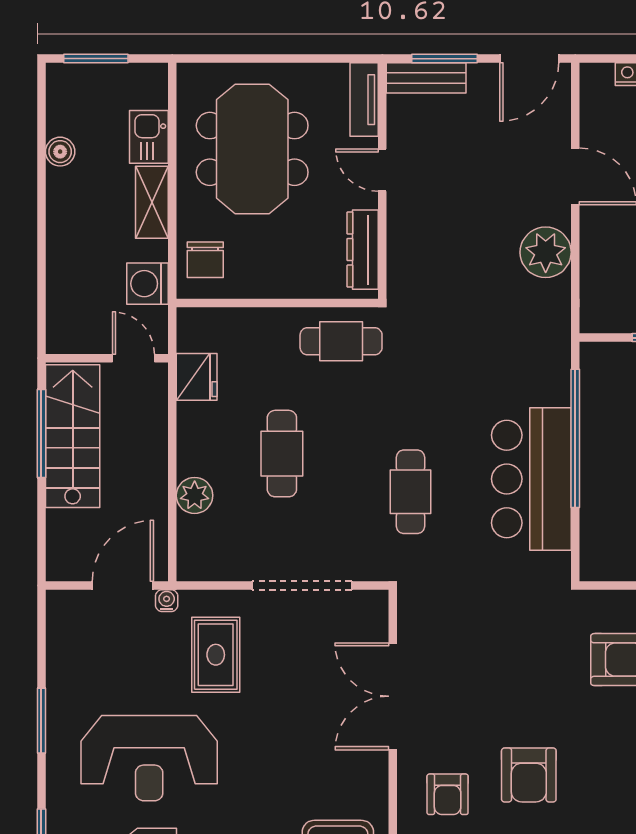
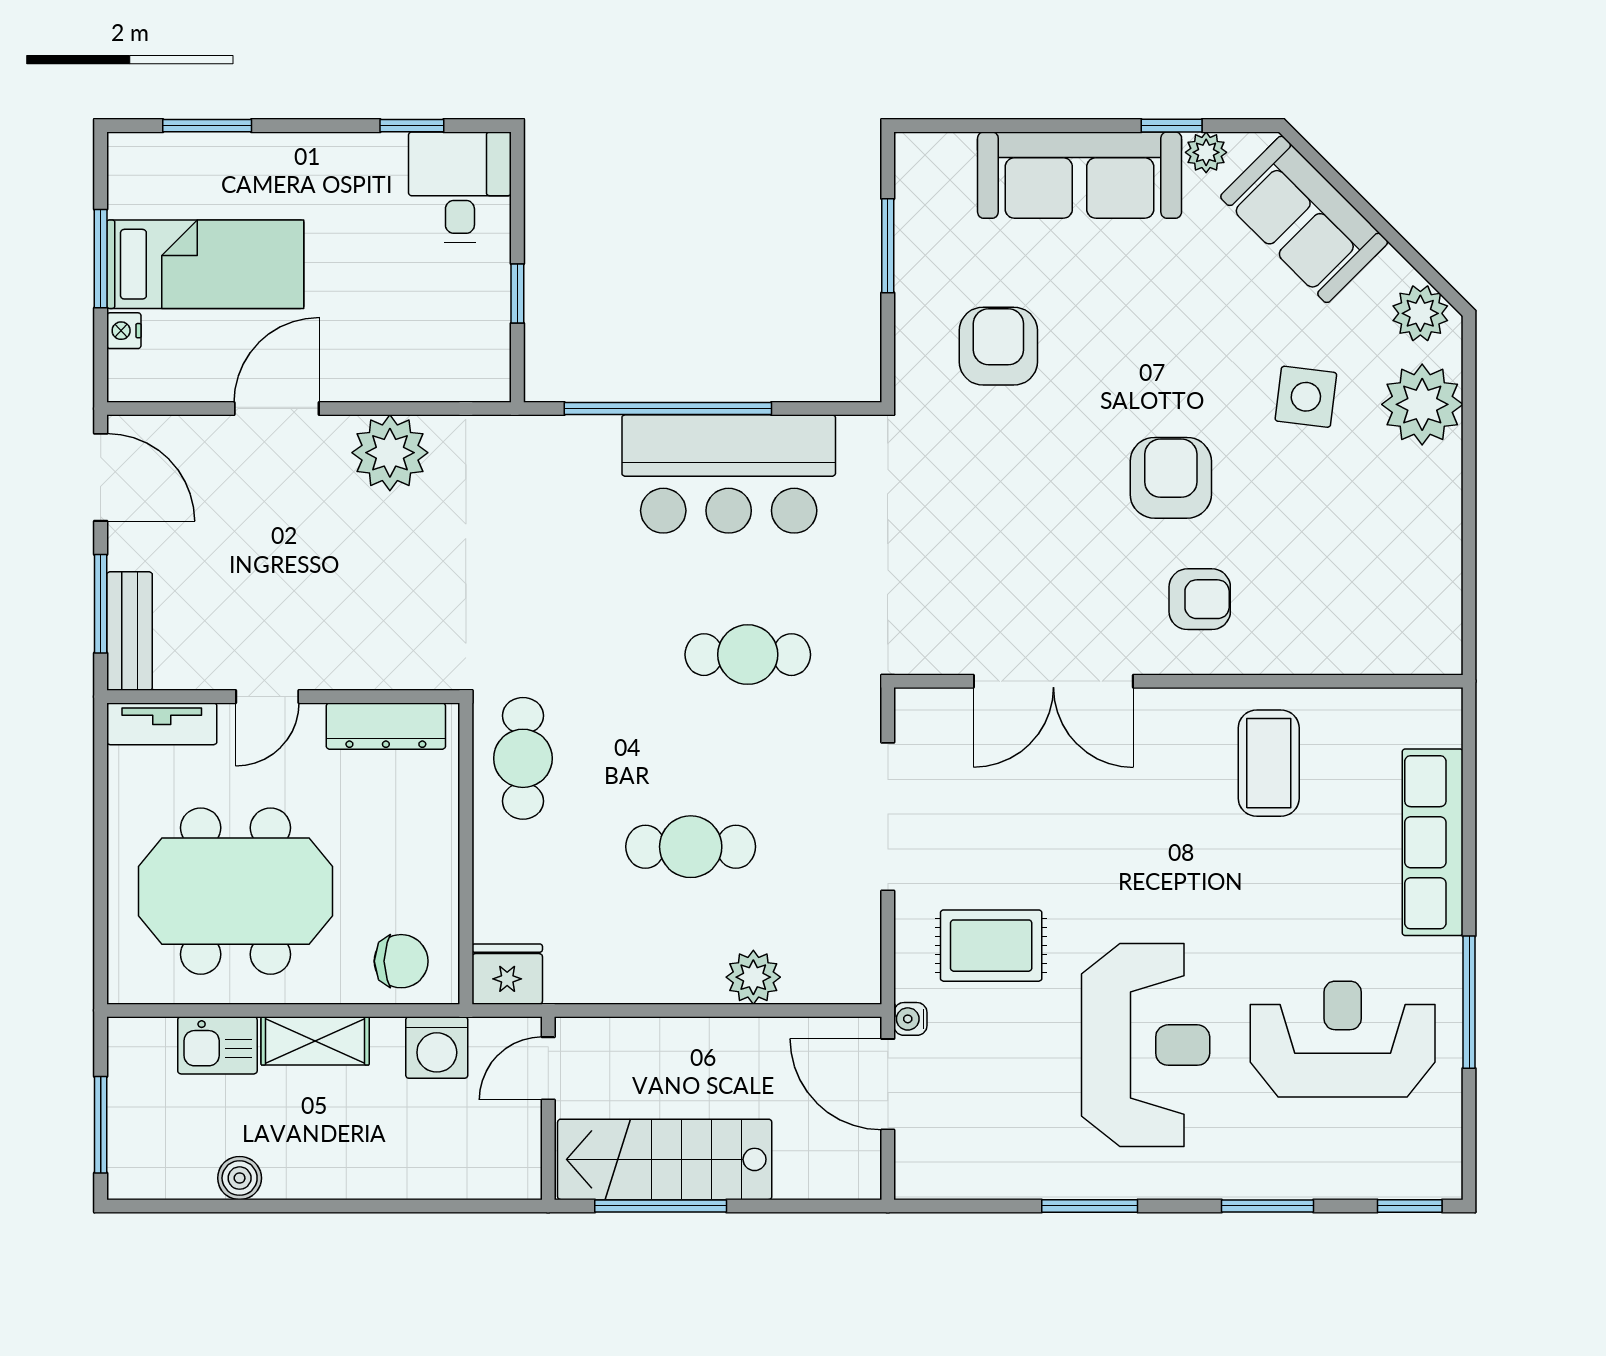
fridge: (197, 377) -> (507, 974), moved
armchair: (529, 775) -> (1171, 478), turned -90

